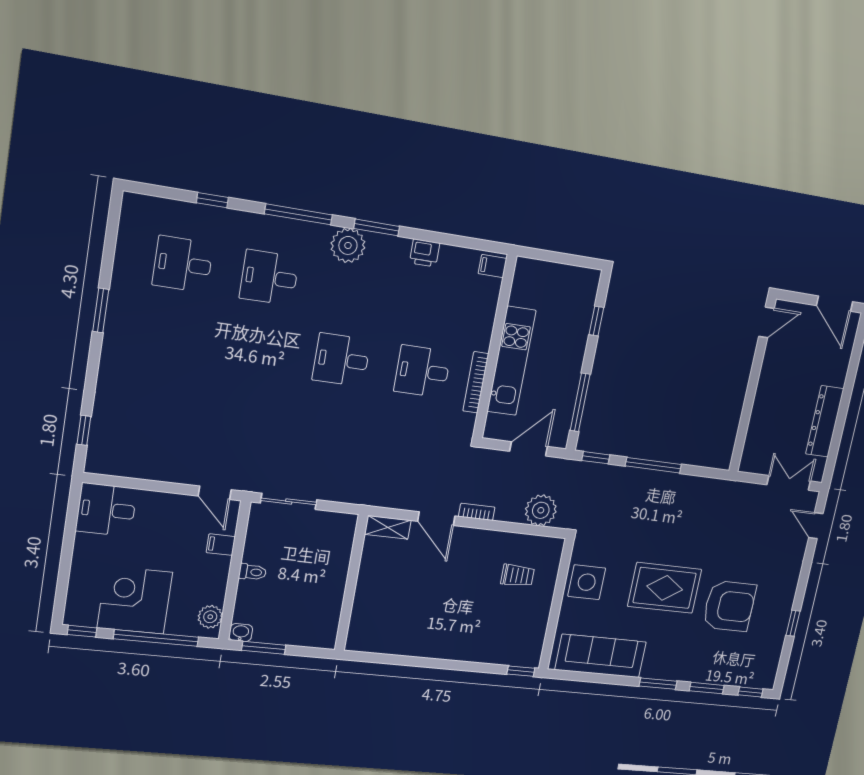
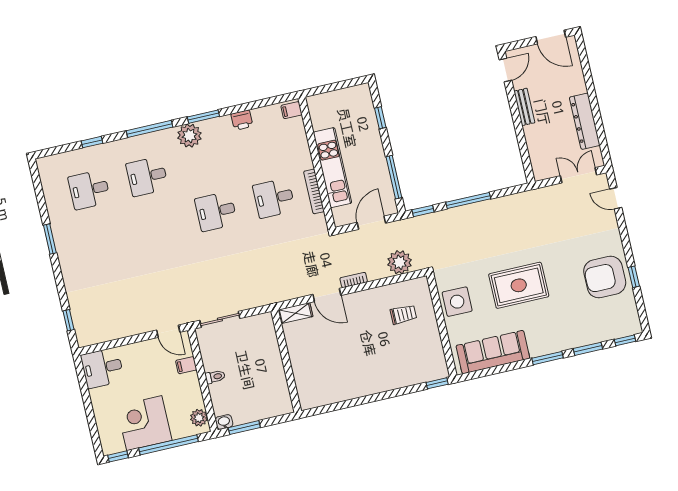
bench: (767, 377) -> (524, 107), added
armchair: (729, 606) -> (605, 277), moved, turned 180

